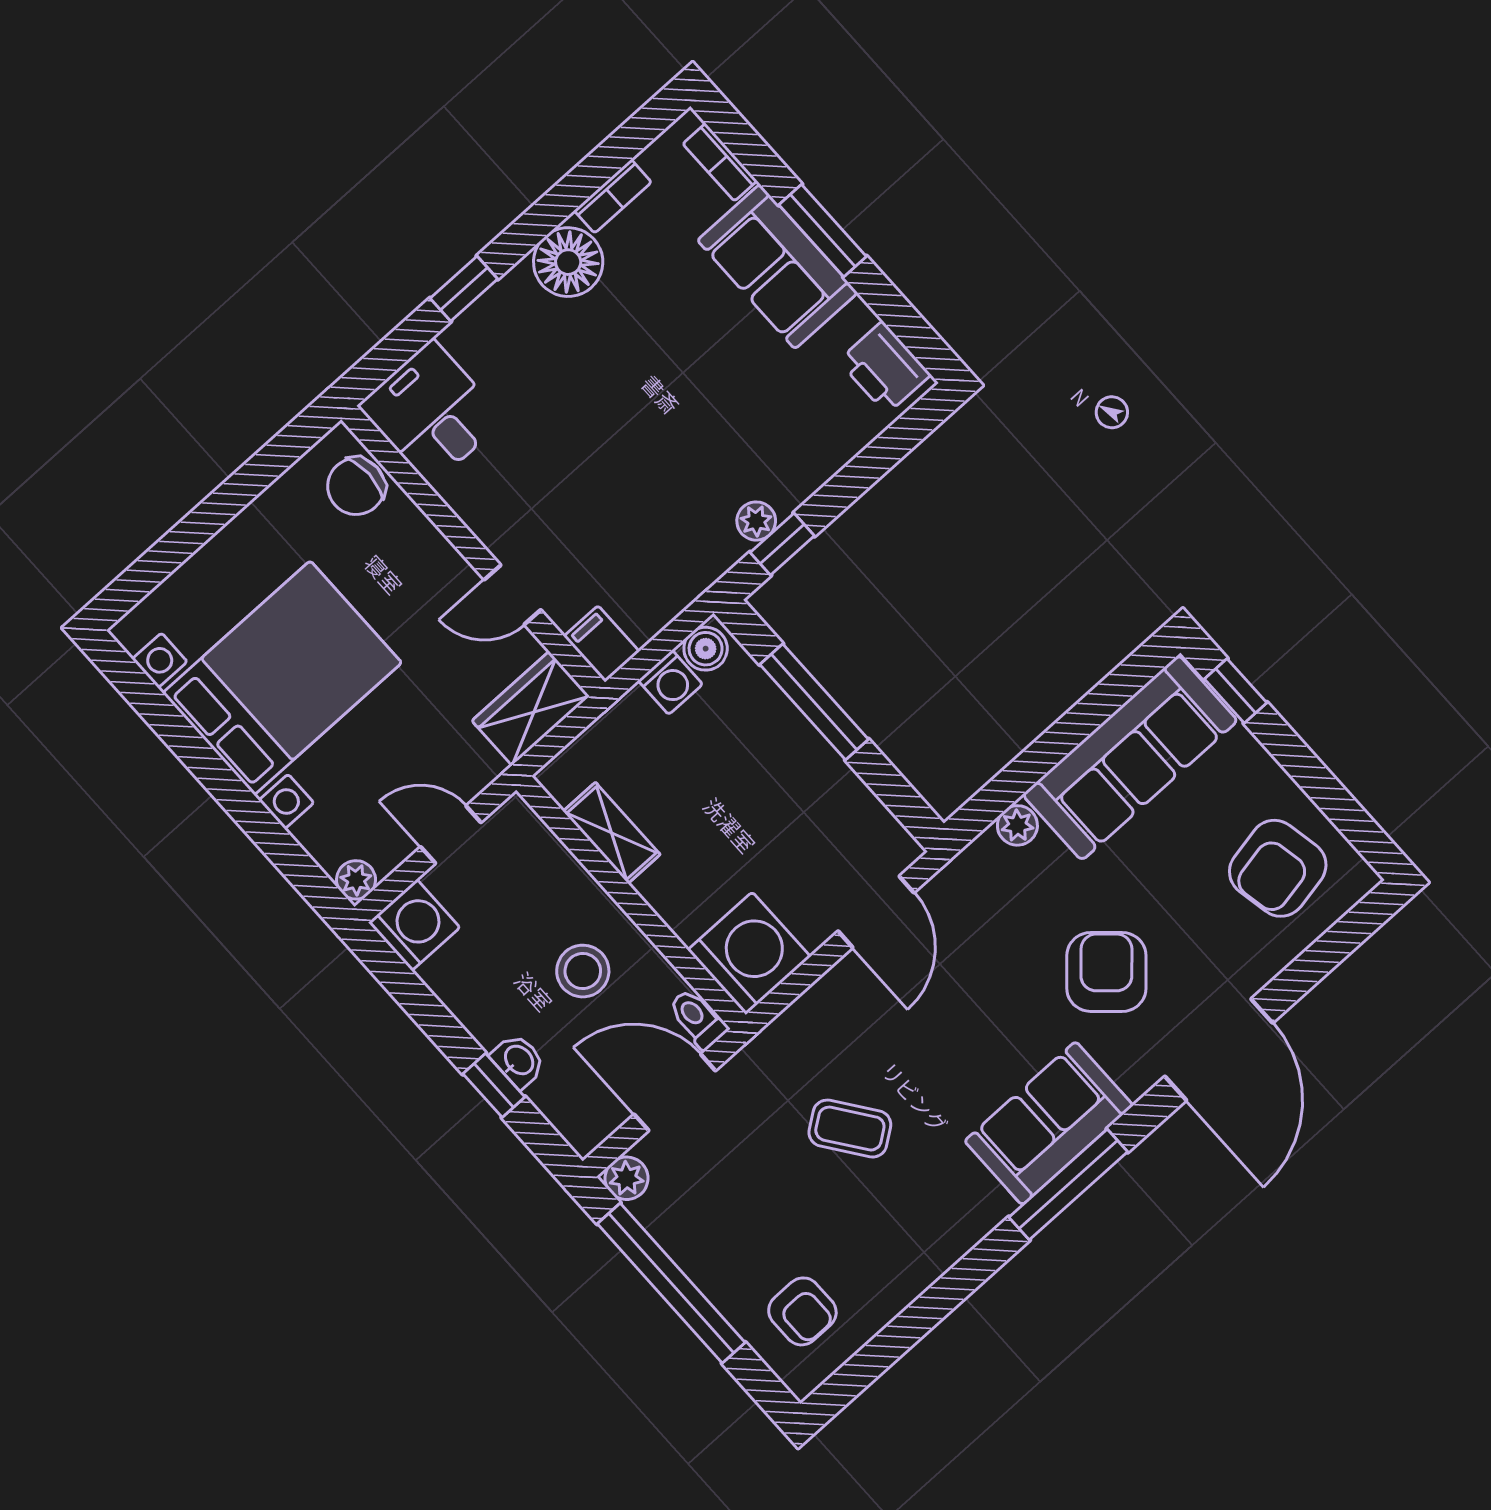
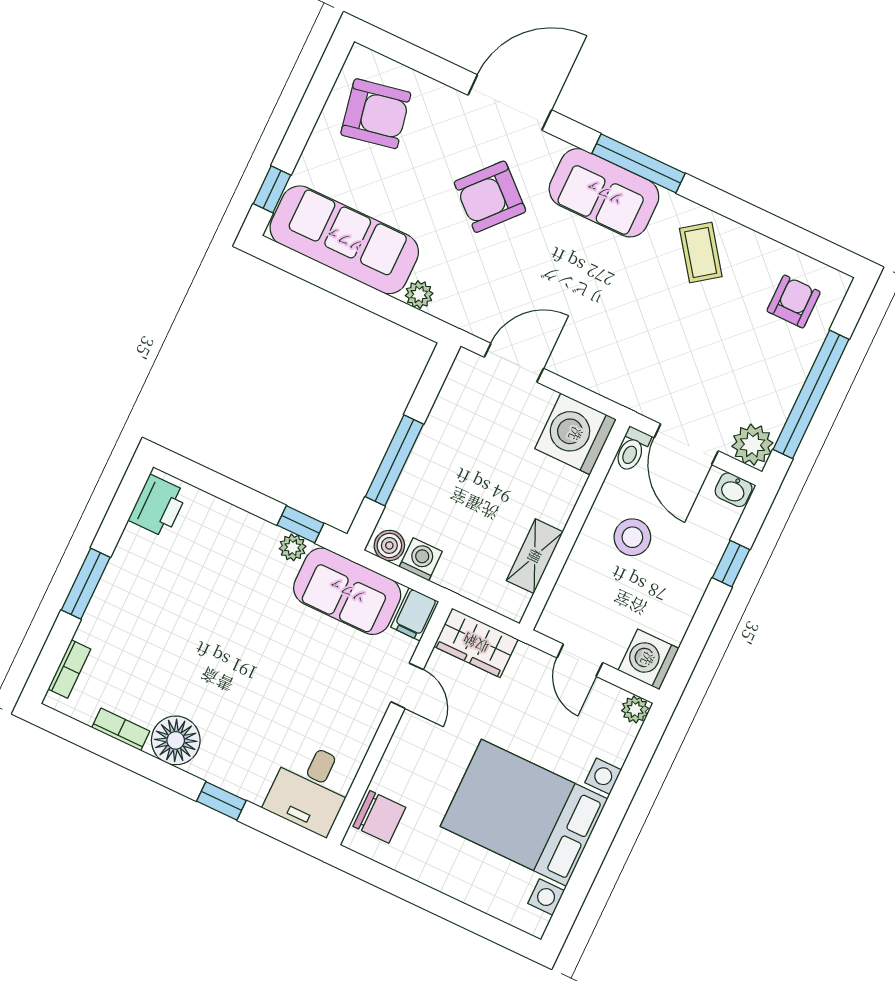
sofa: (777, 267) -> (347, 591), moved, turned 90
washbasin: (518, 1061) -> (734, 490), moved, turned -90
coffee table: (850, 1129) -> (701, 253), moved
plant: (626, 1178) -> (752, 445), width x1.38, depth x1.38

